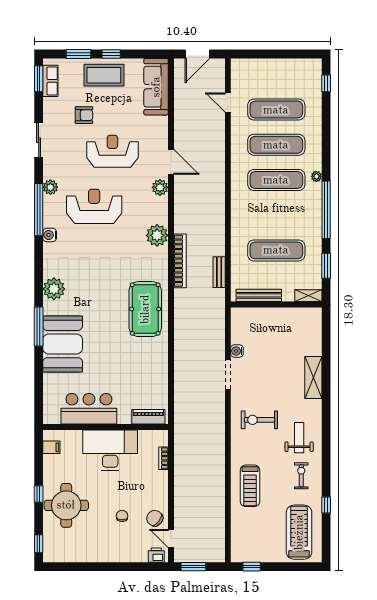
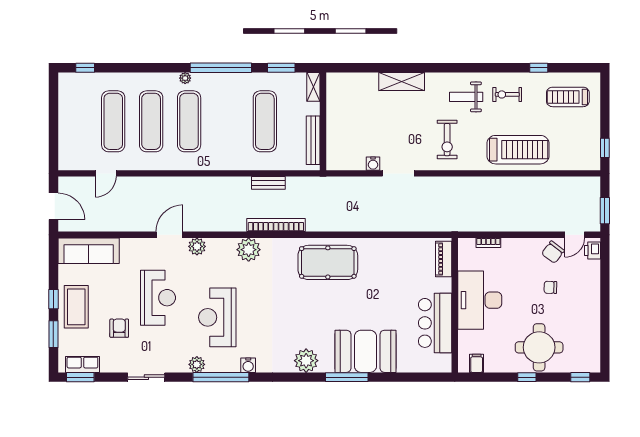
reception desk: (112, 151) -> (158, 298), turned 180
bench: (219, 272) -> (268, 183), moved
treadmill: (250, 486) -> (518, 150), width x1.37, depth x1.38
treadmill: (299, 532) -> (568, 97), width x0.73, depth x0.73

